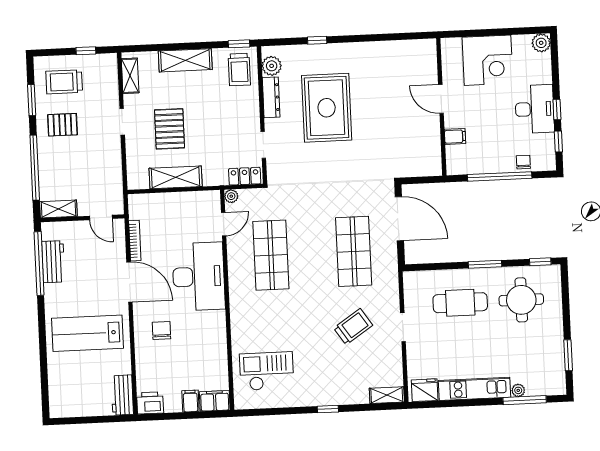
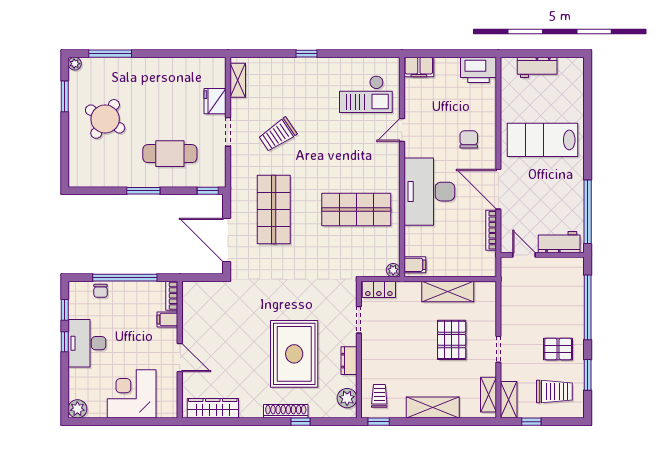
shoe rack: (332, 50) -> (286, 411), added
wardrobe: (406, 50) -> (213, 408), added
trolley: (239, 69) -> (379, 396), width x0.73, depth x0.72
dresser: (271, 97) -> (349, 361), width x0.70
bookcase: (452, 160) -> (172, 296), added
shelving: (58, 209) -> (509, 400), moved, turned 90
door: (224, 224) -> (402, 130), moved
shop shelf: (271, 255) -> (356, 210), turned 90
workbench: (53, 262) -> (559, 242), moved, turned 90
window: (540, 262) -> (208, 191), moved
round table: (521, 300) -> (105, 119), moved, turned 32
chair: (161, 330) -> (469, 139), turned 180
lab bench: (87, 333) -> (543, 140), turned 180
kitchen unit: (475, 389) -> (159, 67), removed
fridge: (425, 390) -> (215, 101), moved, turned 90
plant: (518, 390) -> (75, 64), moved
workbench: (122, 395) -> (537, 67), moved, turned 90
shelving: (387, 395) -> (238, 80), moved, turned 90
filing cabinet: (190, 401) -> (415, 265), moved, turned -90
printer: (150, 403) -> (479, 70), width x1.37, depth x1.19

